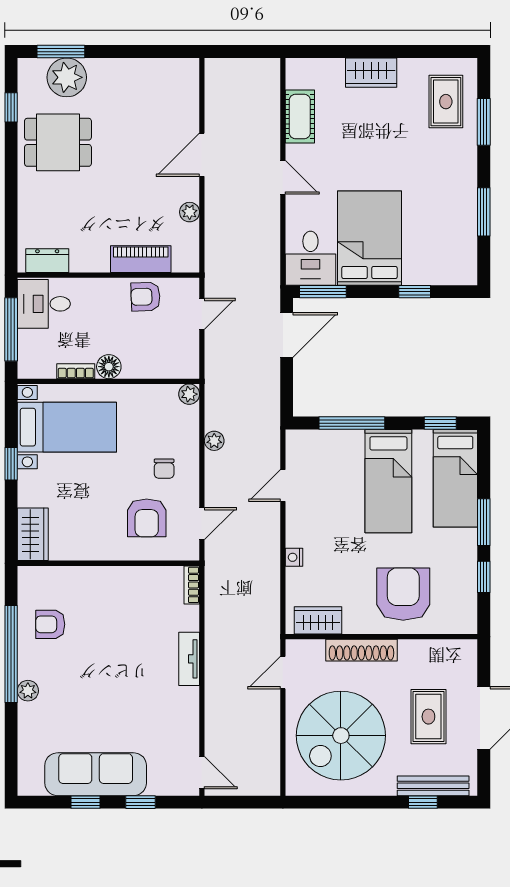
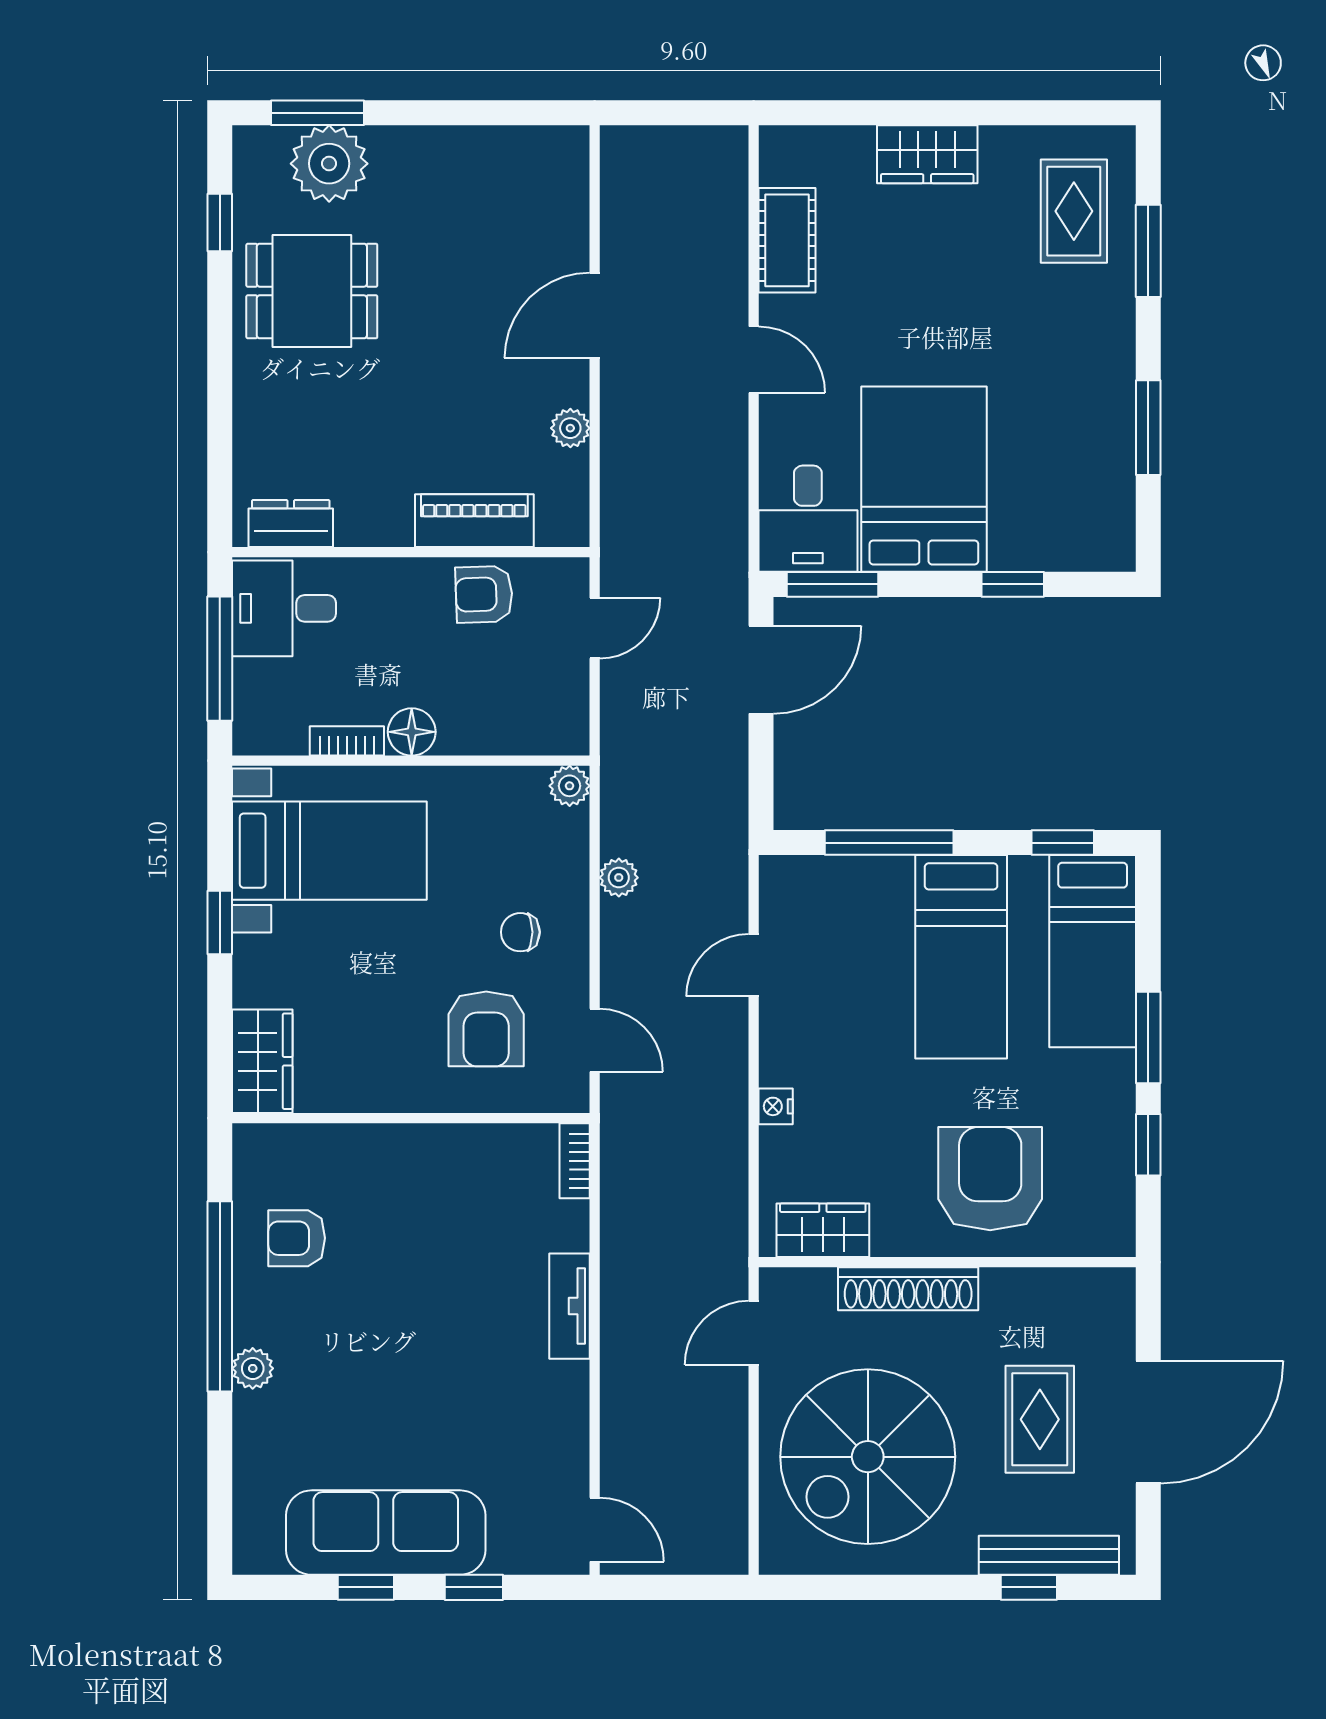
chair: (164, 469) -> (520, 932), turned 90
door: (202, 524) -> (595, 1040), hinge flipped

